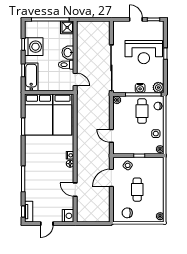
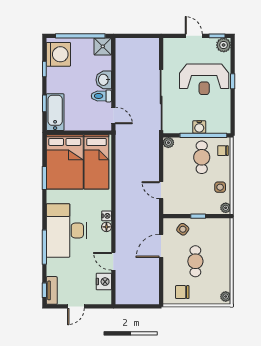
washing machine: (34, 47) -> (58, 54), moved
plant: (158, 87) -> (224, 45), moved
desk: (40, 166) -> (66, 230), added
nightstand: (68, 216) -> (104, 282), moved

